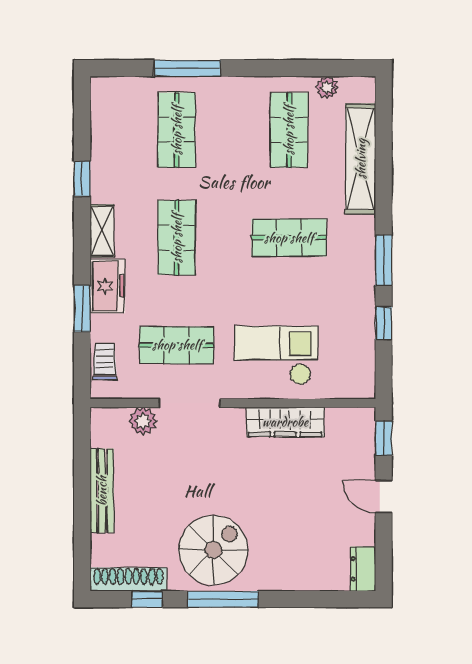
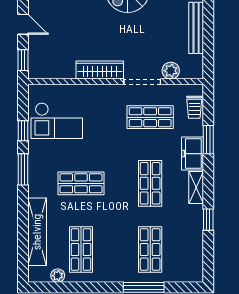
checkout: (276, 355) -> (57, 121), moved
wardrobe: (285, 422) -> (100, 70), moved

